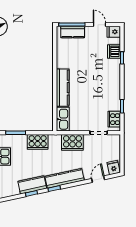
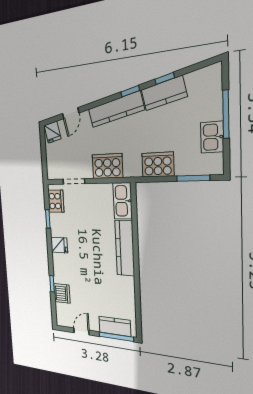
door: (99, 25) -> (81, 331), swing flipped
fridge: (114, 32) -> (59, 245), moved

